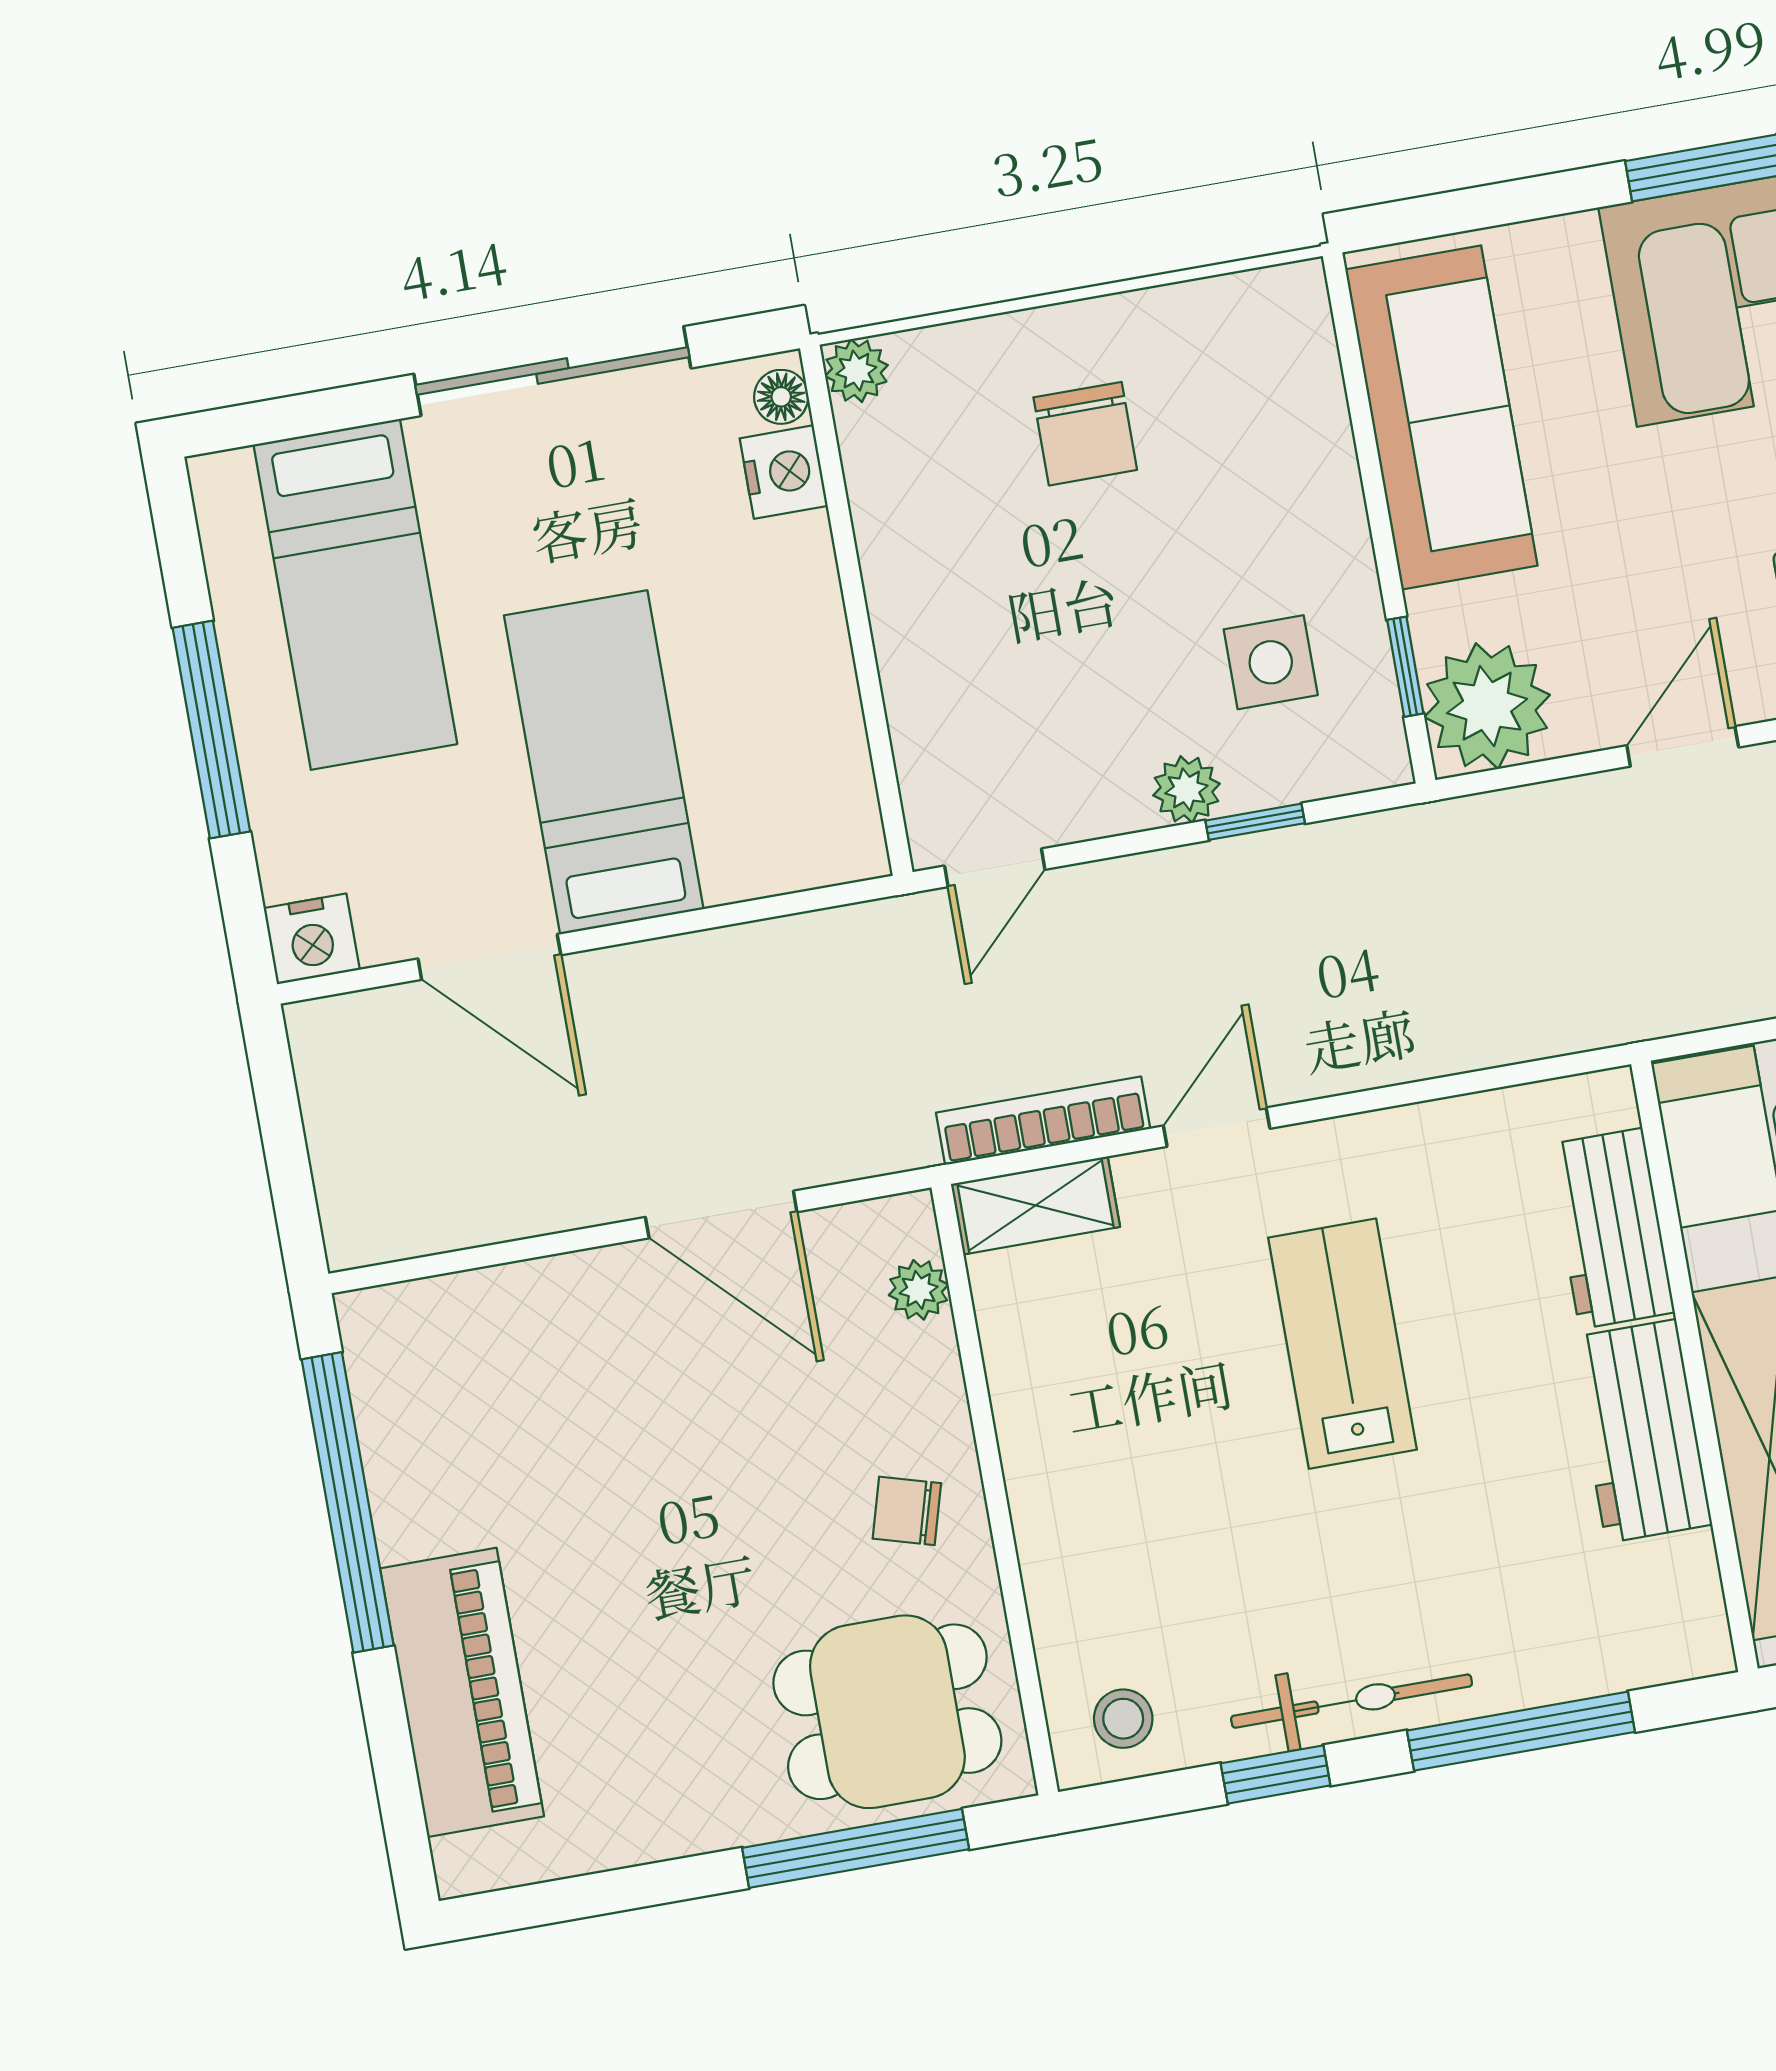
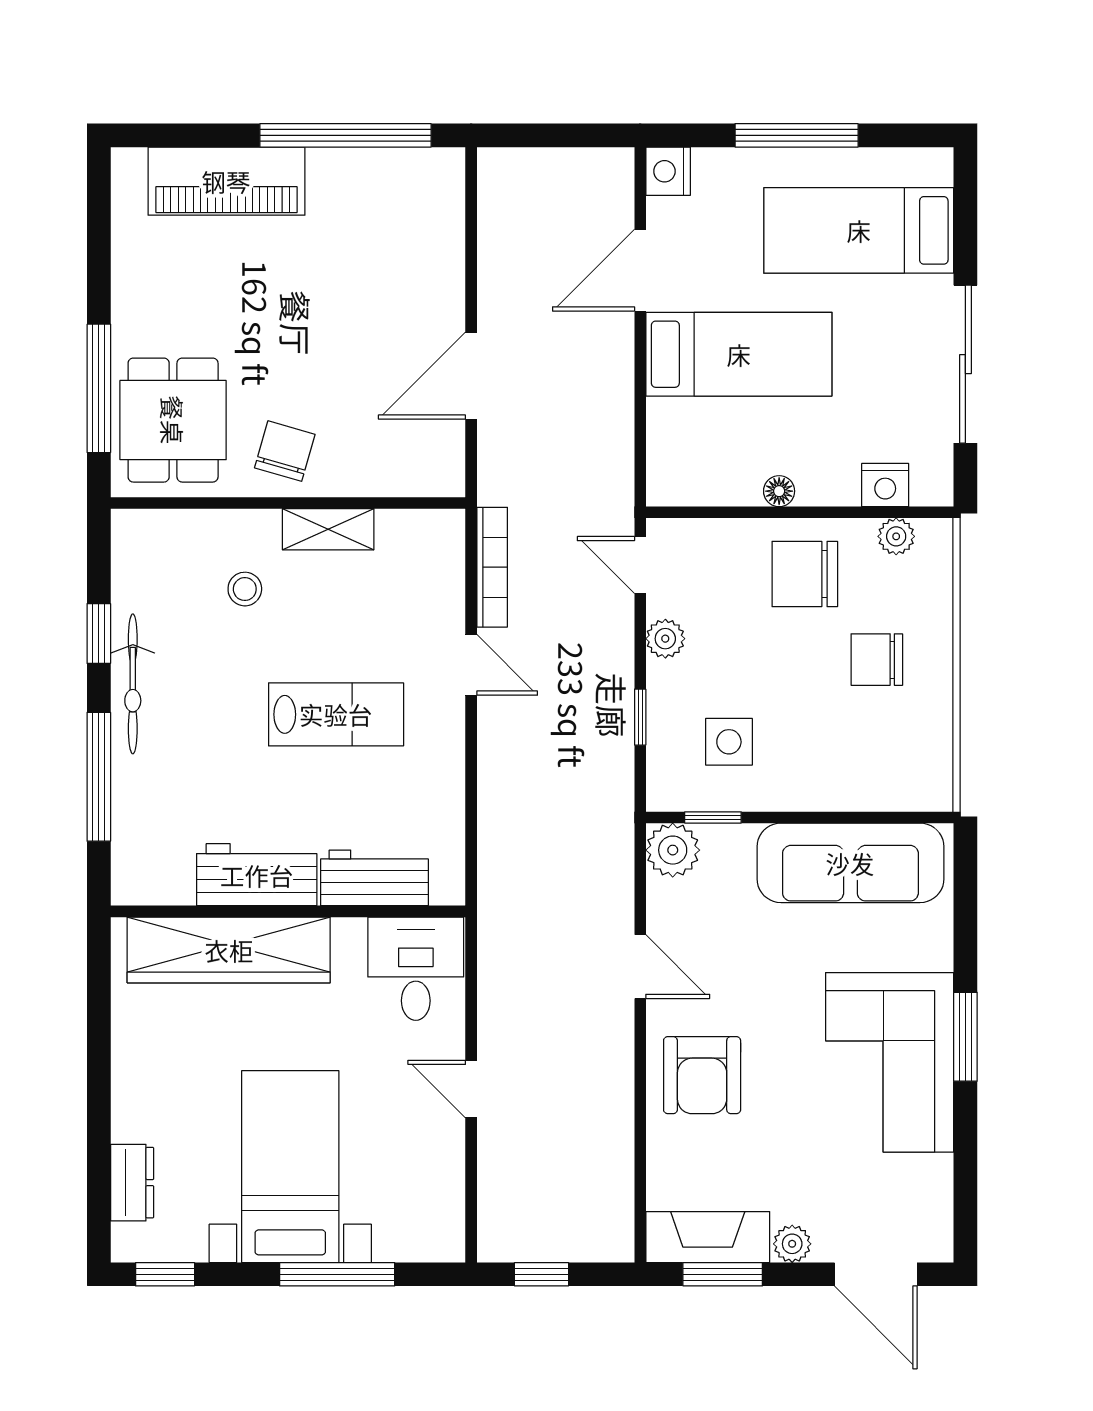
plant: (856, 371) -> (896, 536), moved
floor lamp: (781, 397) -> (779, 491), moved
chair: (960, 583) -> (805, 574), added
plant: (1487, 706) -> (673, 850), width x0.73, depth x0.73
plant: (1186, 790) -> (665, 639), moved
shelving: (1035, 1205) -> (328, 529), moved, turned 90
plant: (919, 1290) -> (409, 480), removed
chair: (907, 1511) -> (285, 451), width x1.37, depth x1.37
stool: (1123, 1719) -> (245, 589), moved

